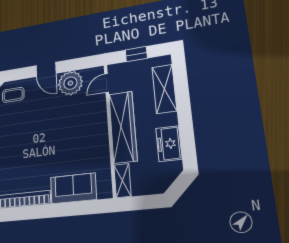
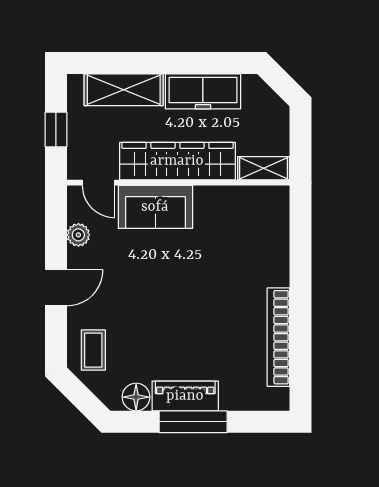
plant: (70, 83) -> (78, 235), width x0.53, depth x0.53
freezer: (169, 144) -> (203, 91), width x1.40
sofa: (73, 188) -> (155, 207), moved, turned -90

